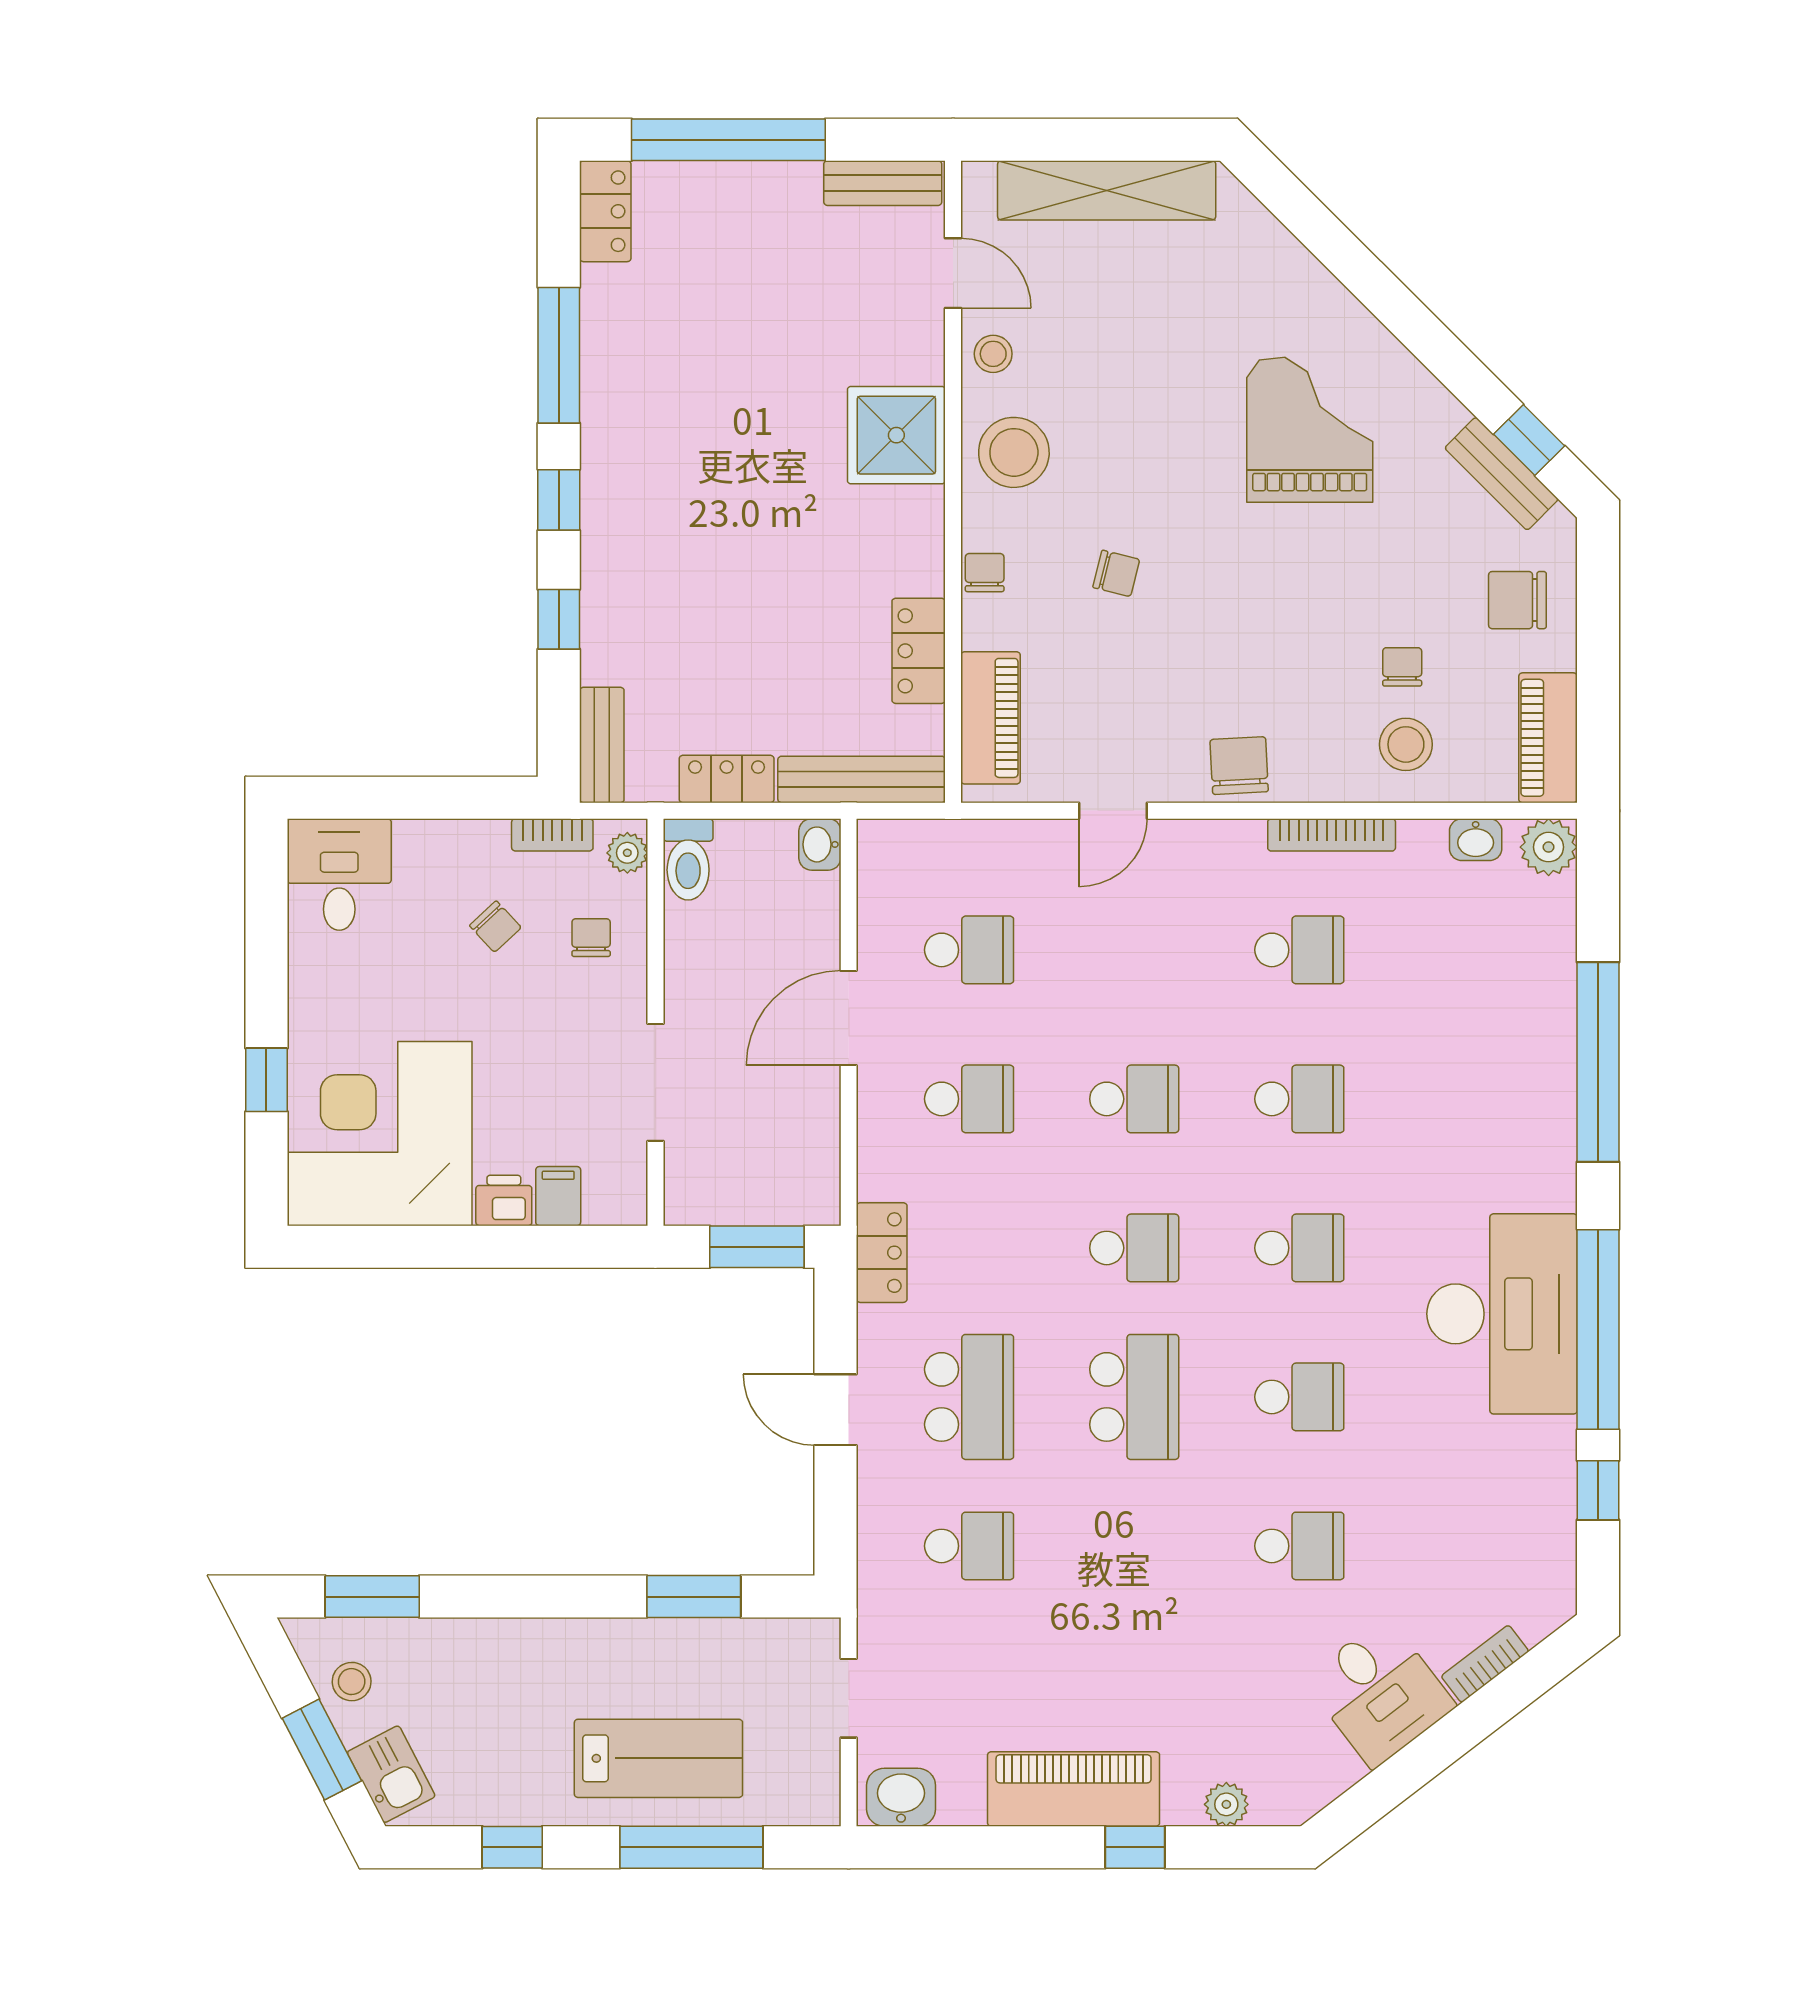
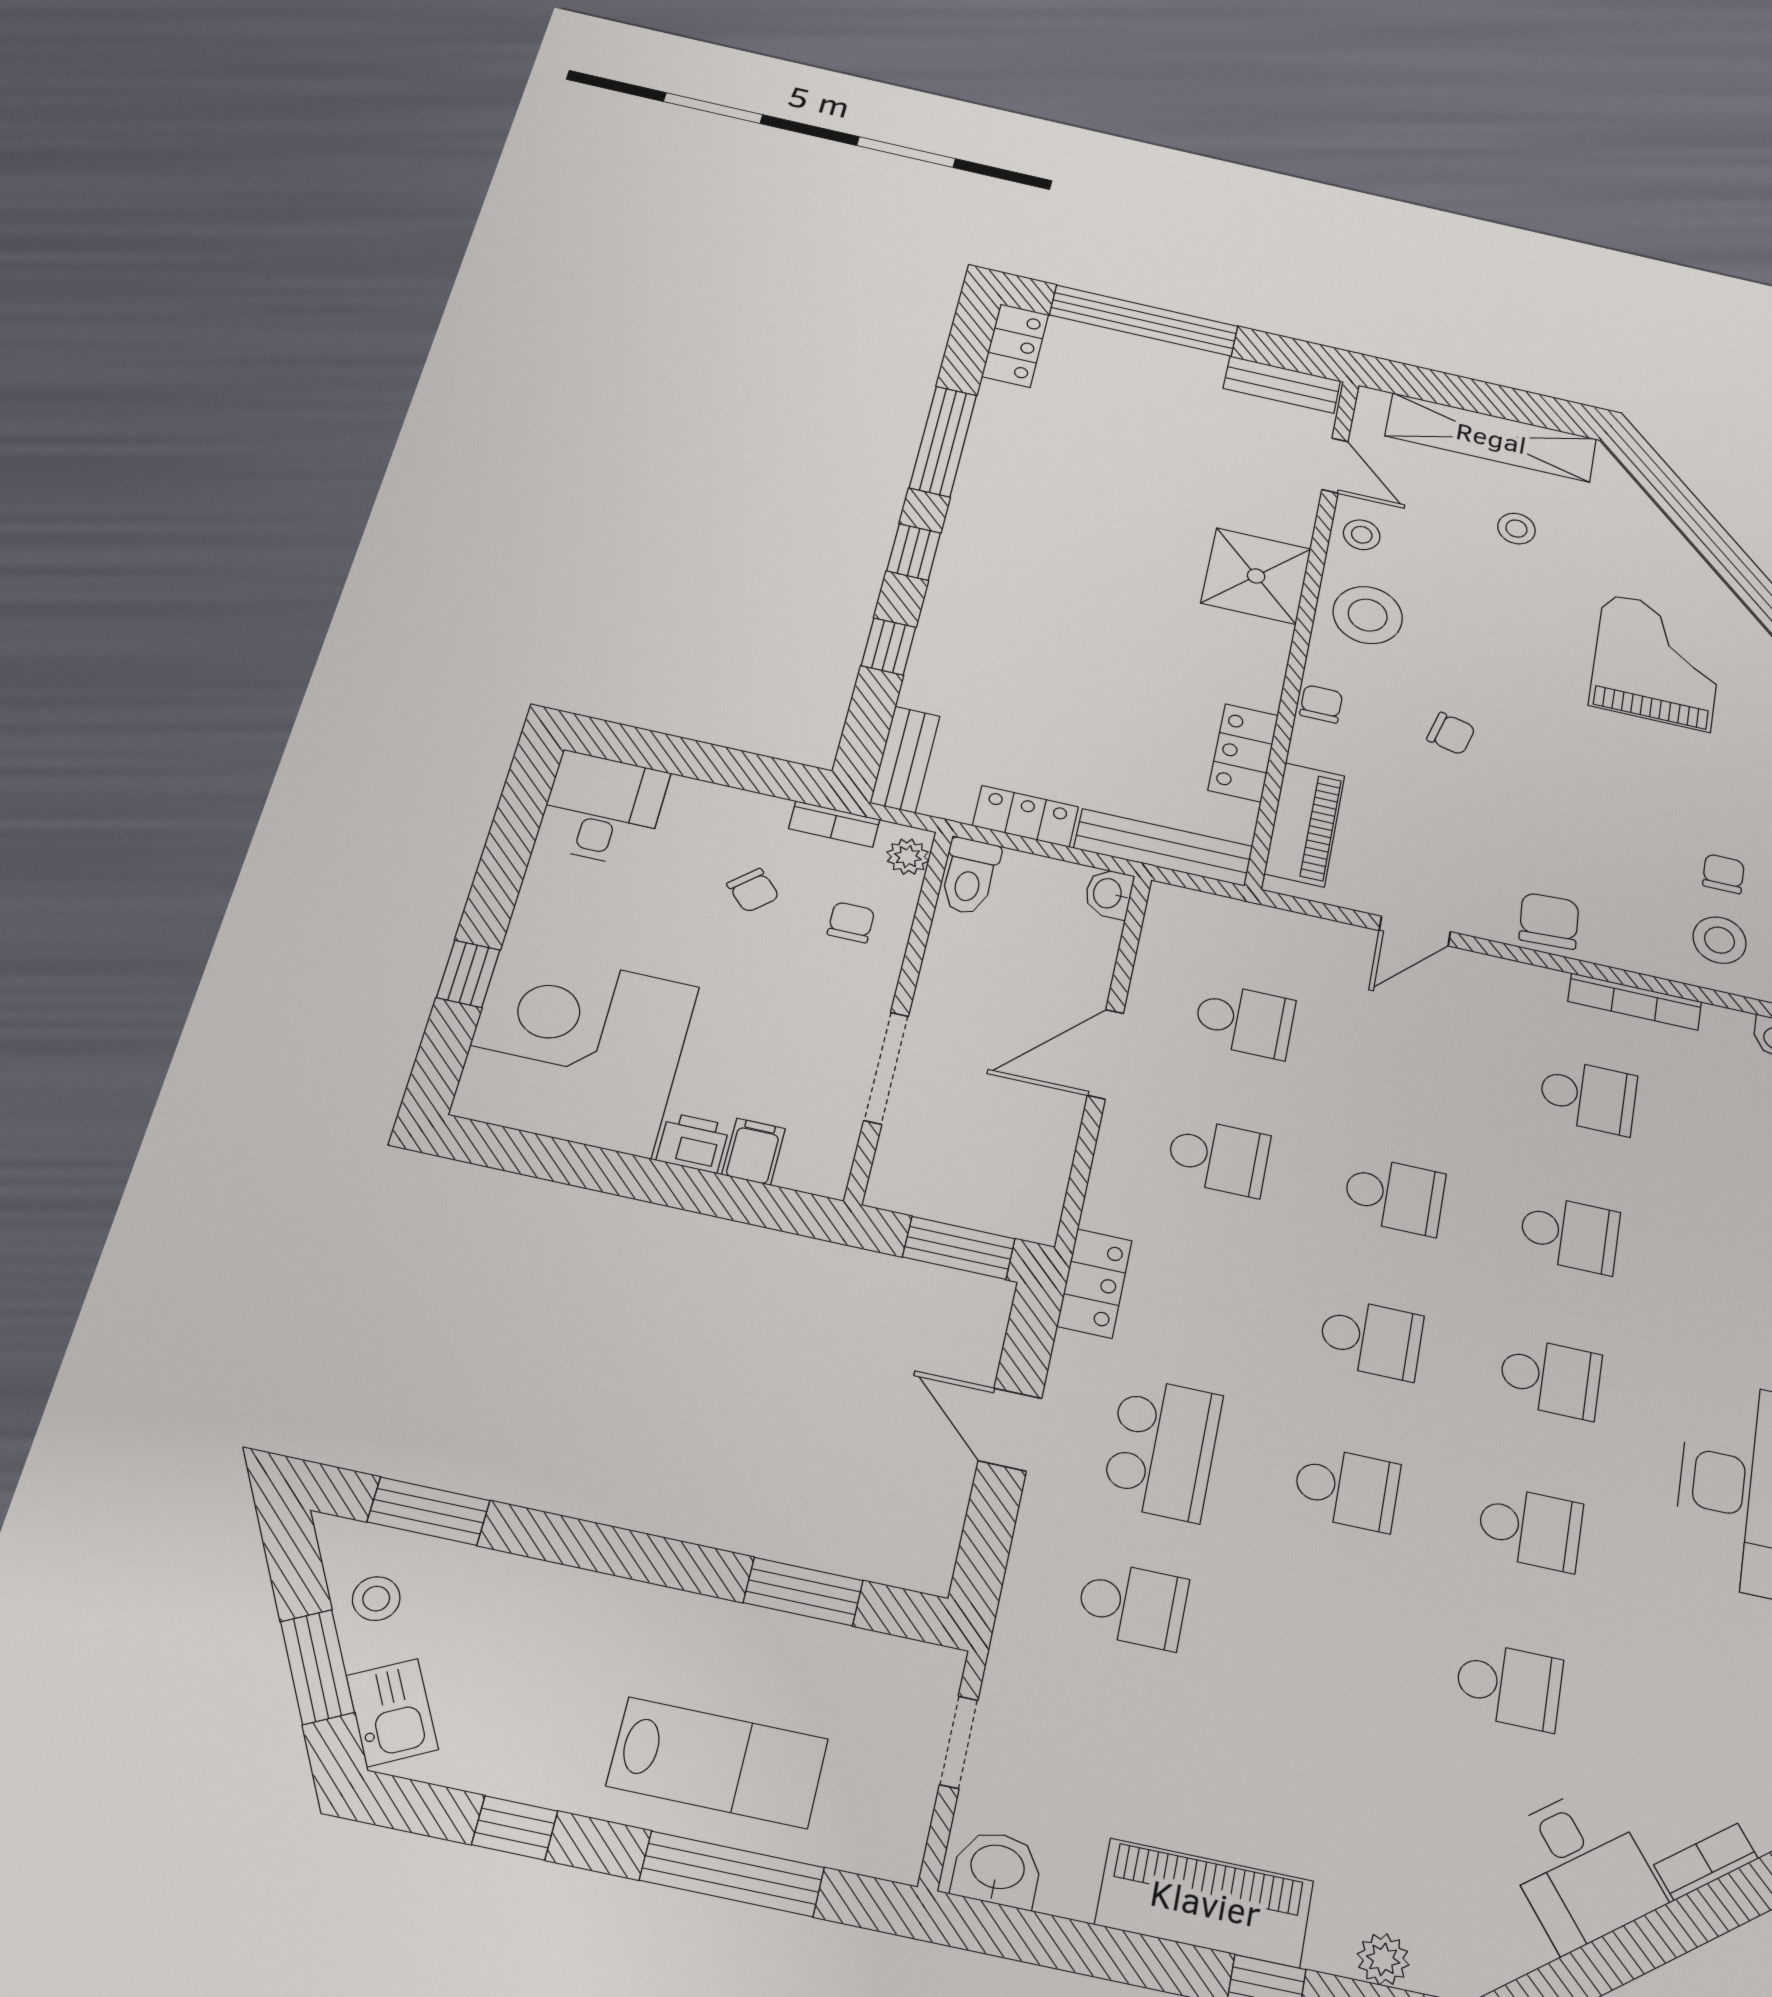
stool: (1148, 301) -> (1516, 529), added
school desk: (1134, 1397) -> (1347, 1489), width x0.54

